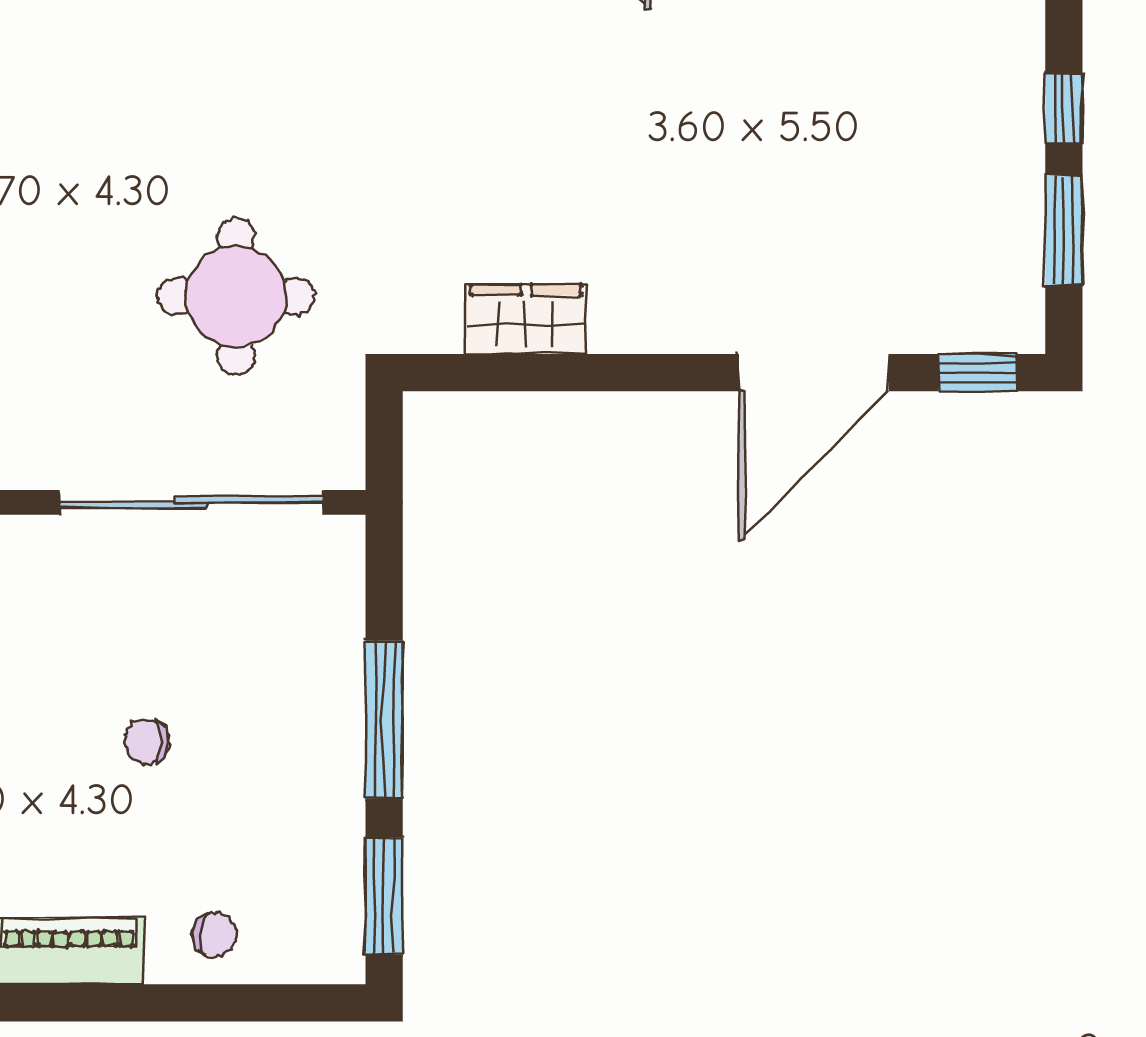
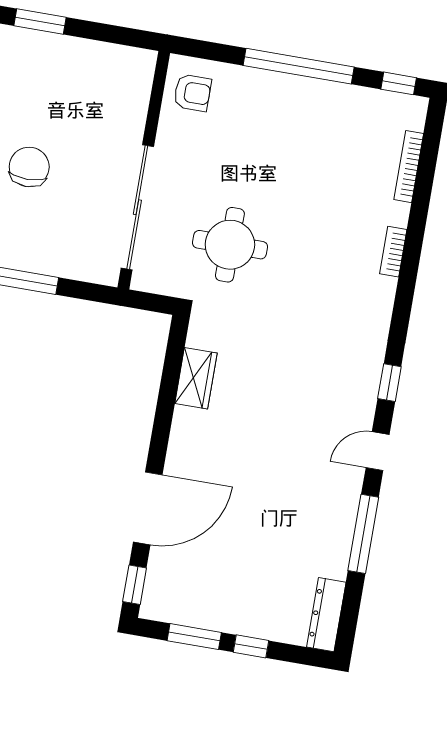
door: (814, 373) -> (148, 508), swing flipped
chair: (147, 742) -> (29, 167), width x1.87, depth x1.87

